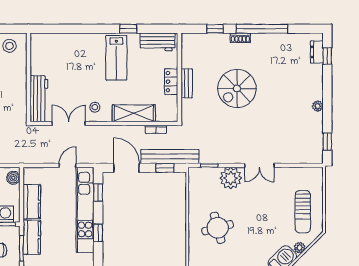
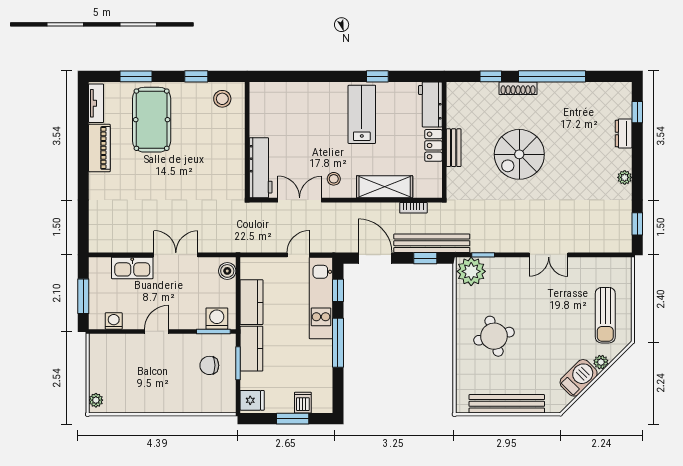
shoe rack: (240, 38) -> (518, 88), width x1.43
workbench: (158, 42) -> (430, 104), moved, turned 90
dresser: (317, 52) -> (624, 134), moved
lab bench: (116, 58) -> (362, 114), turned 180
plant: (231, 178) -> (471, 271), moved
kitchen unit: (85, 210) -> (321, 298), width x0.73
window: (98, 233) -> (338, 343), width x2.17

